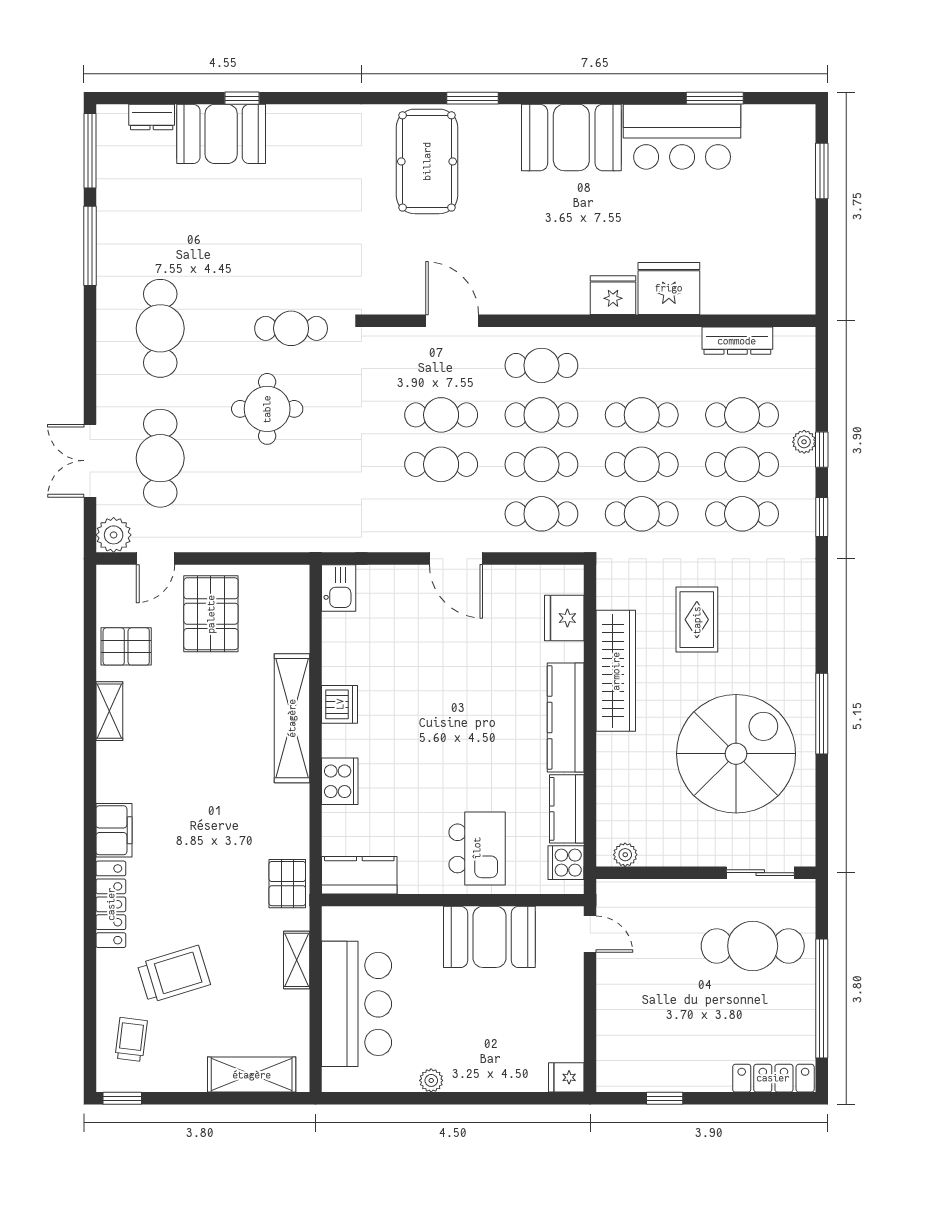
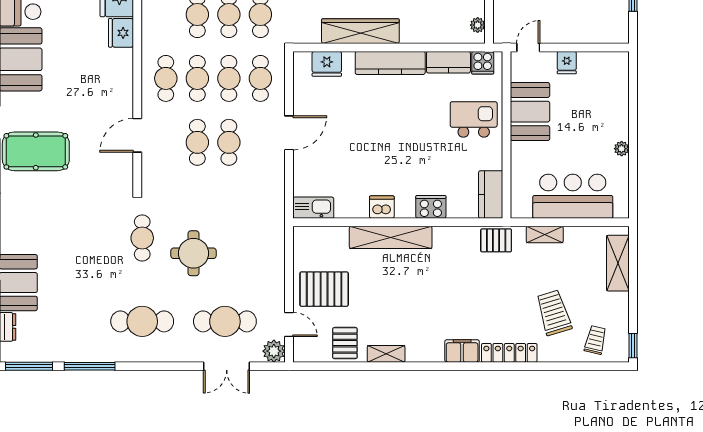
kitchen sink: (339, 588) -> (313, 208), width x1.38
trolley: (131, 1039) -> (595, 340), turned 96
fridge: (566, 1077) -> (567, 63), moved

